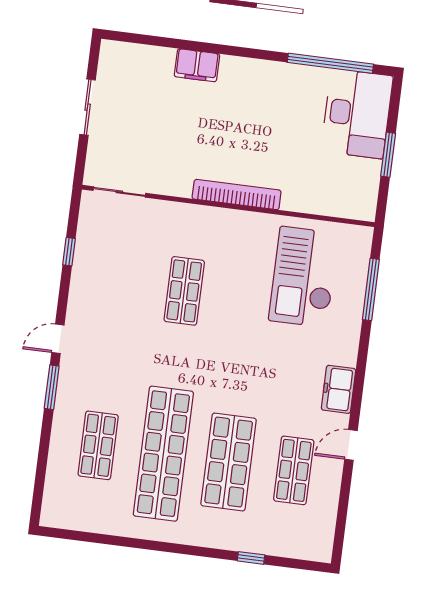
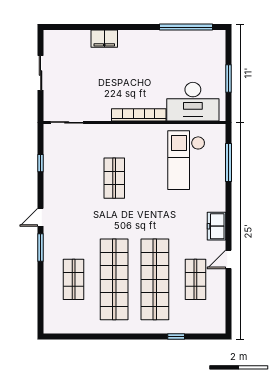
desk: (357, 114) -> (193, 102), moved, turned 90
shop shelf: (229, 462) -> (155, 279), width x1.40

